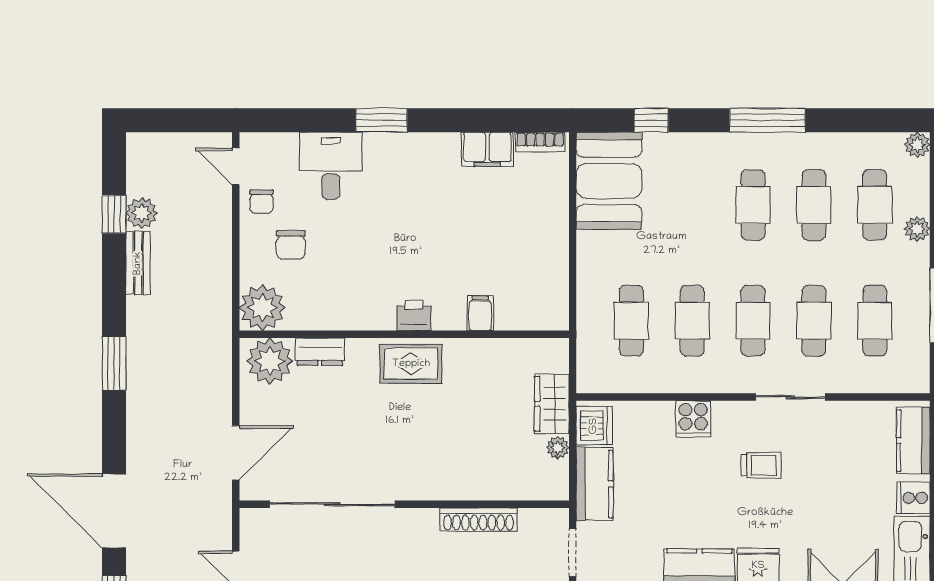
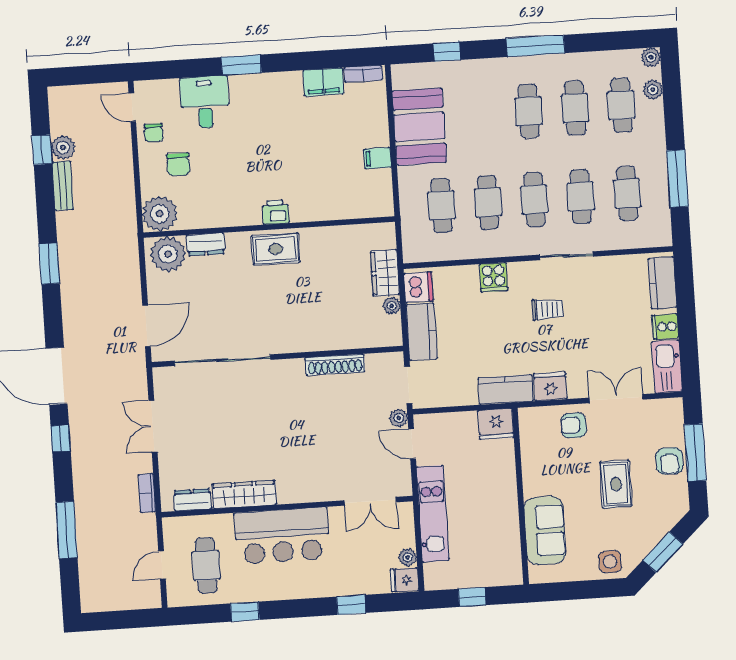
booth: (609, 181) -> (419, 127), moved
plant: (917, 229) -> (653, 90), moved
filing cabinet: (480, 313) -> (378, 158), moved, turned -90

